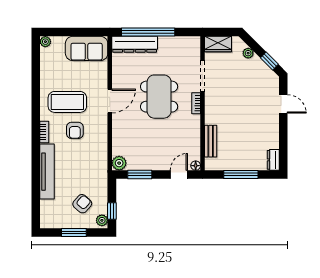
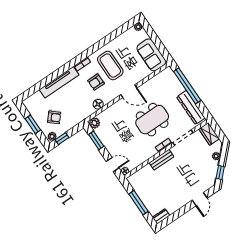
dresser: (135, 44) -> (191, 107), moved
bench: (211, 141) -> (161, 160), moved
floor lamp: (101, 145) -> (98, 104), added

